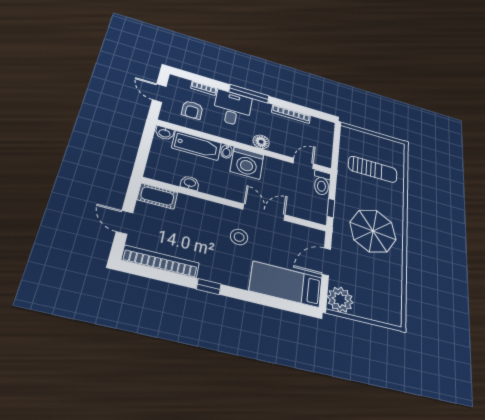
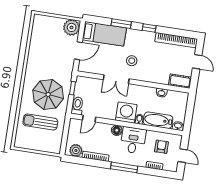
desk: (232, 108) -> (133, 140), moved, turned 180
plant: (319, 126) -> (76, 150), added
parasol: (373, 231) -> (48, 94), moved
window: (258, 298) -> (121, 24), added

